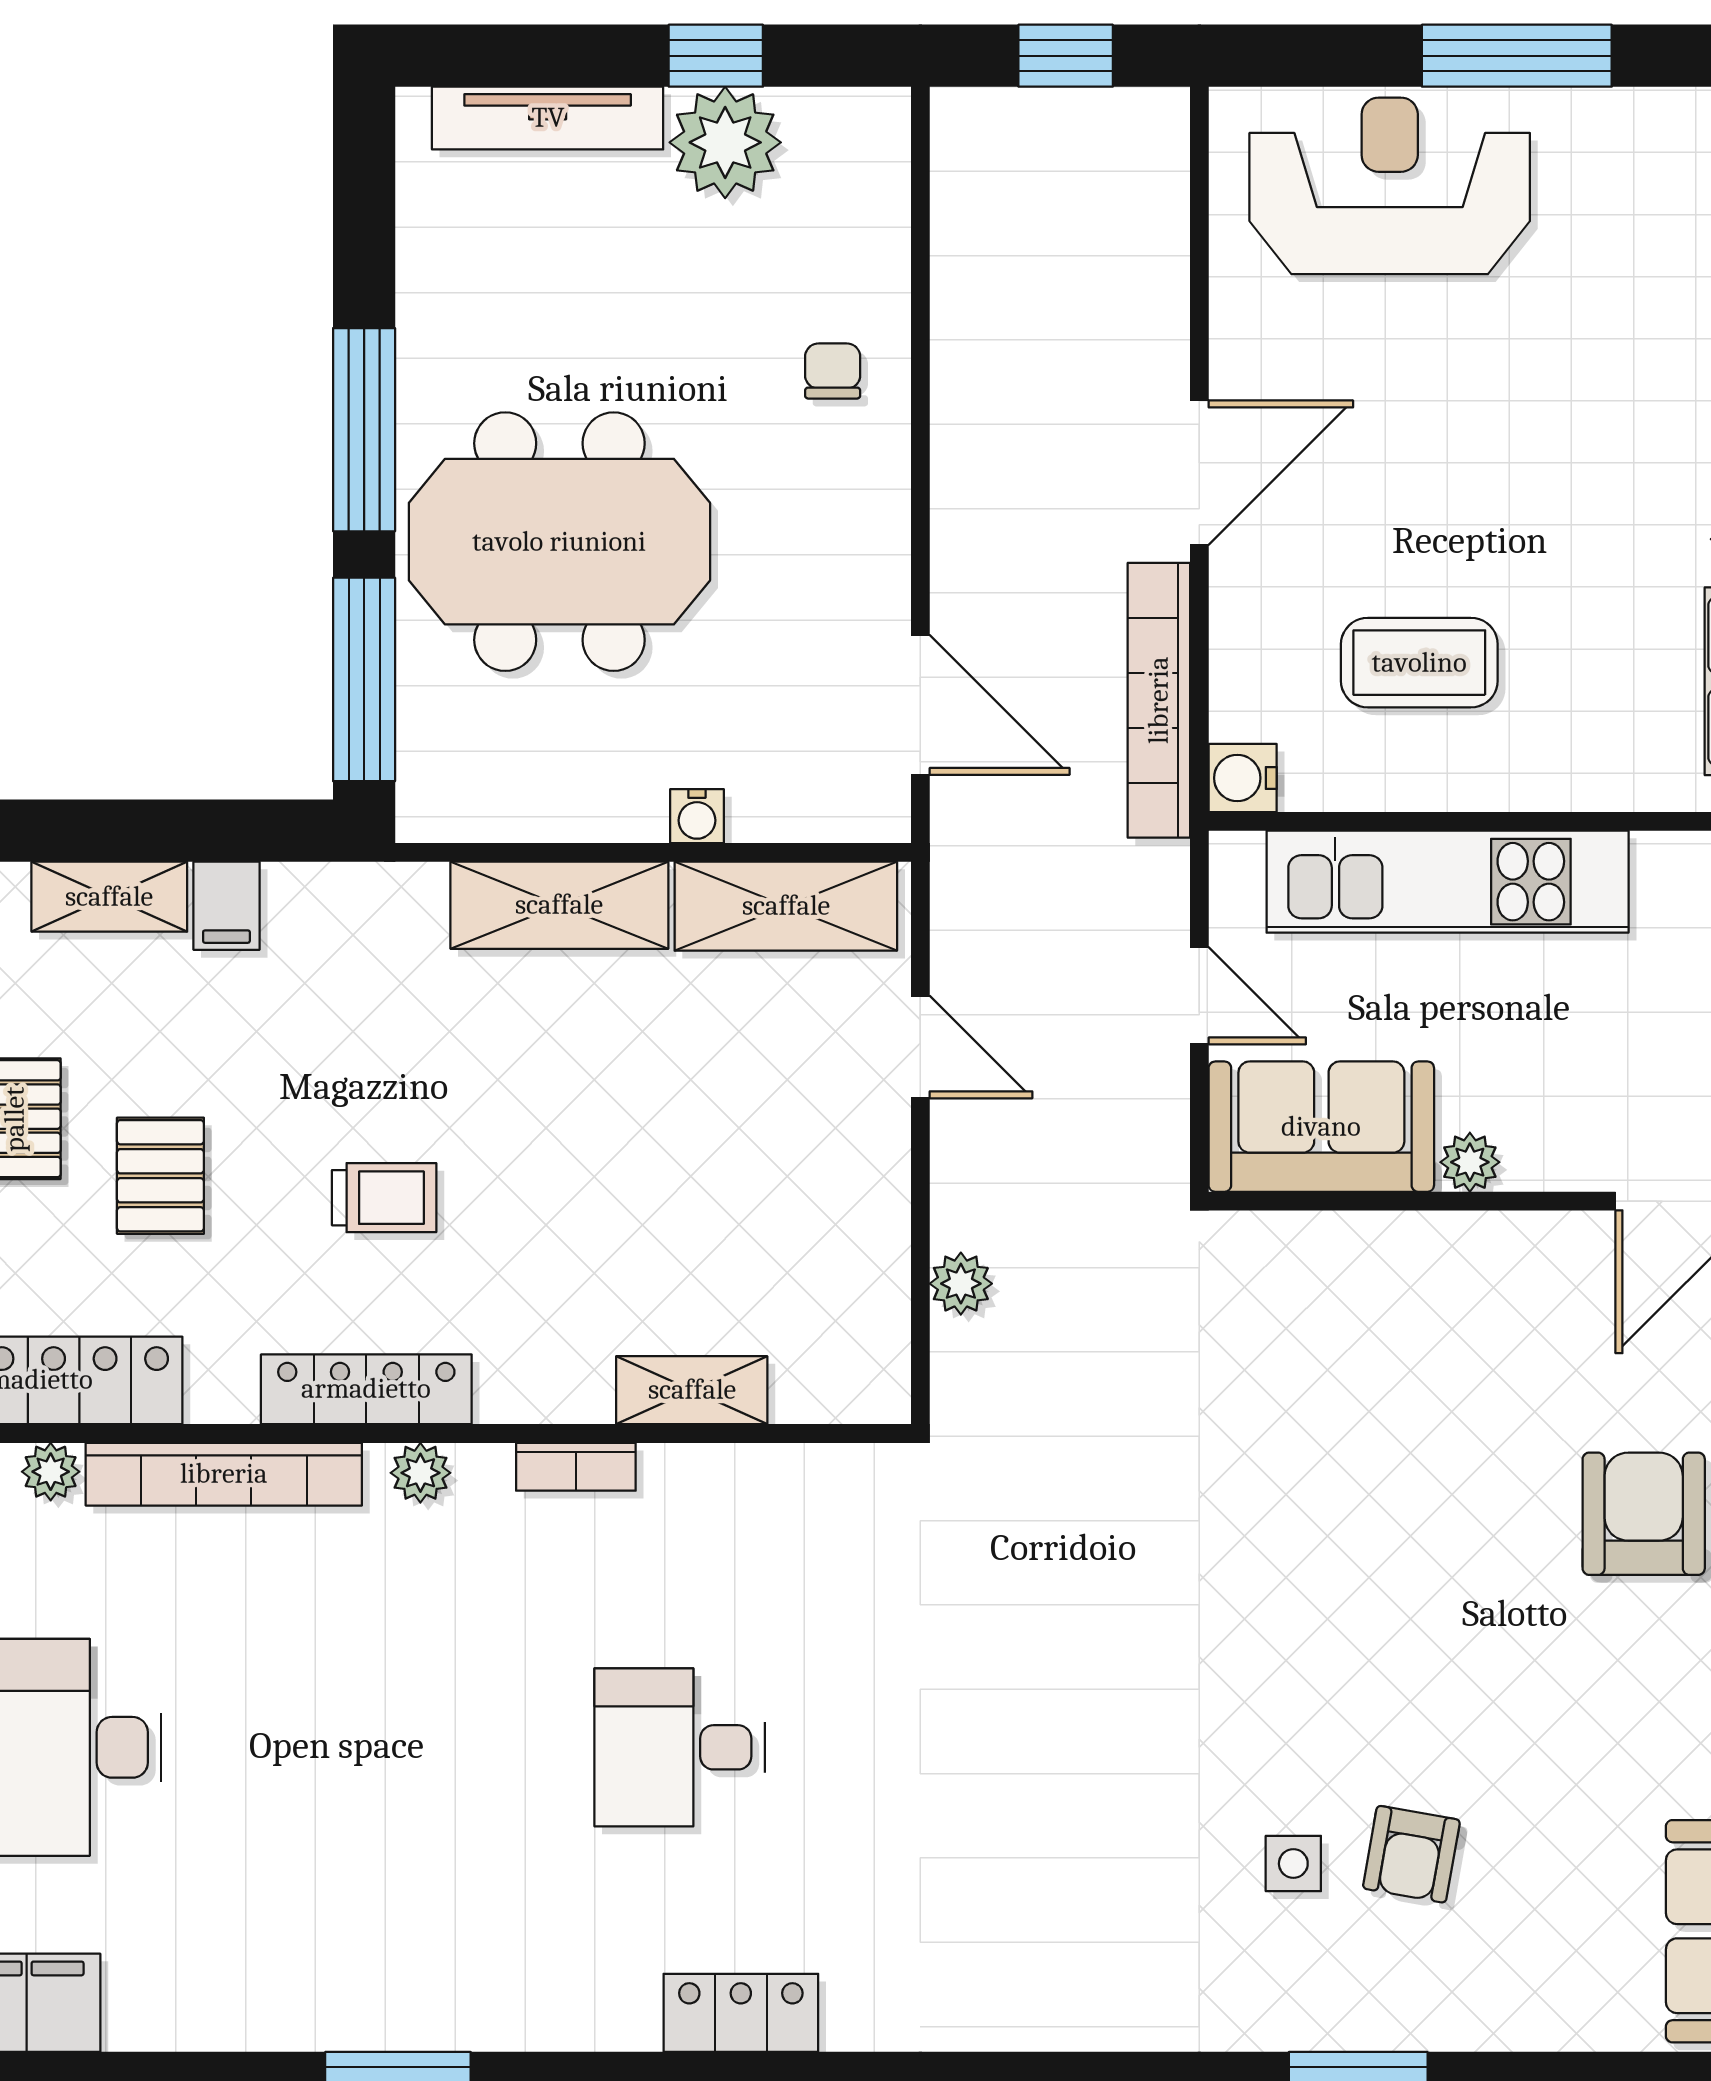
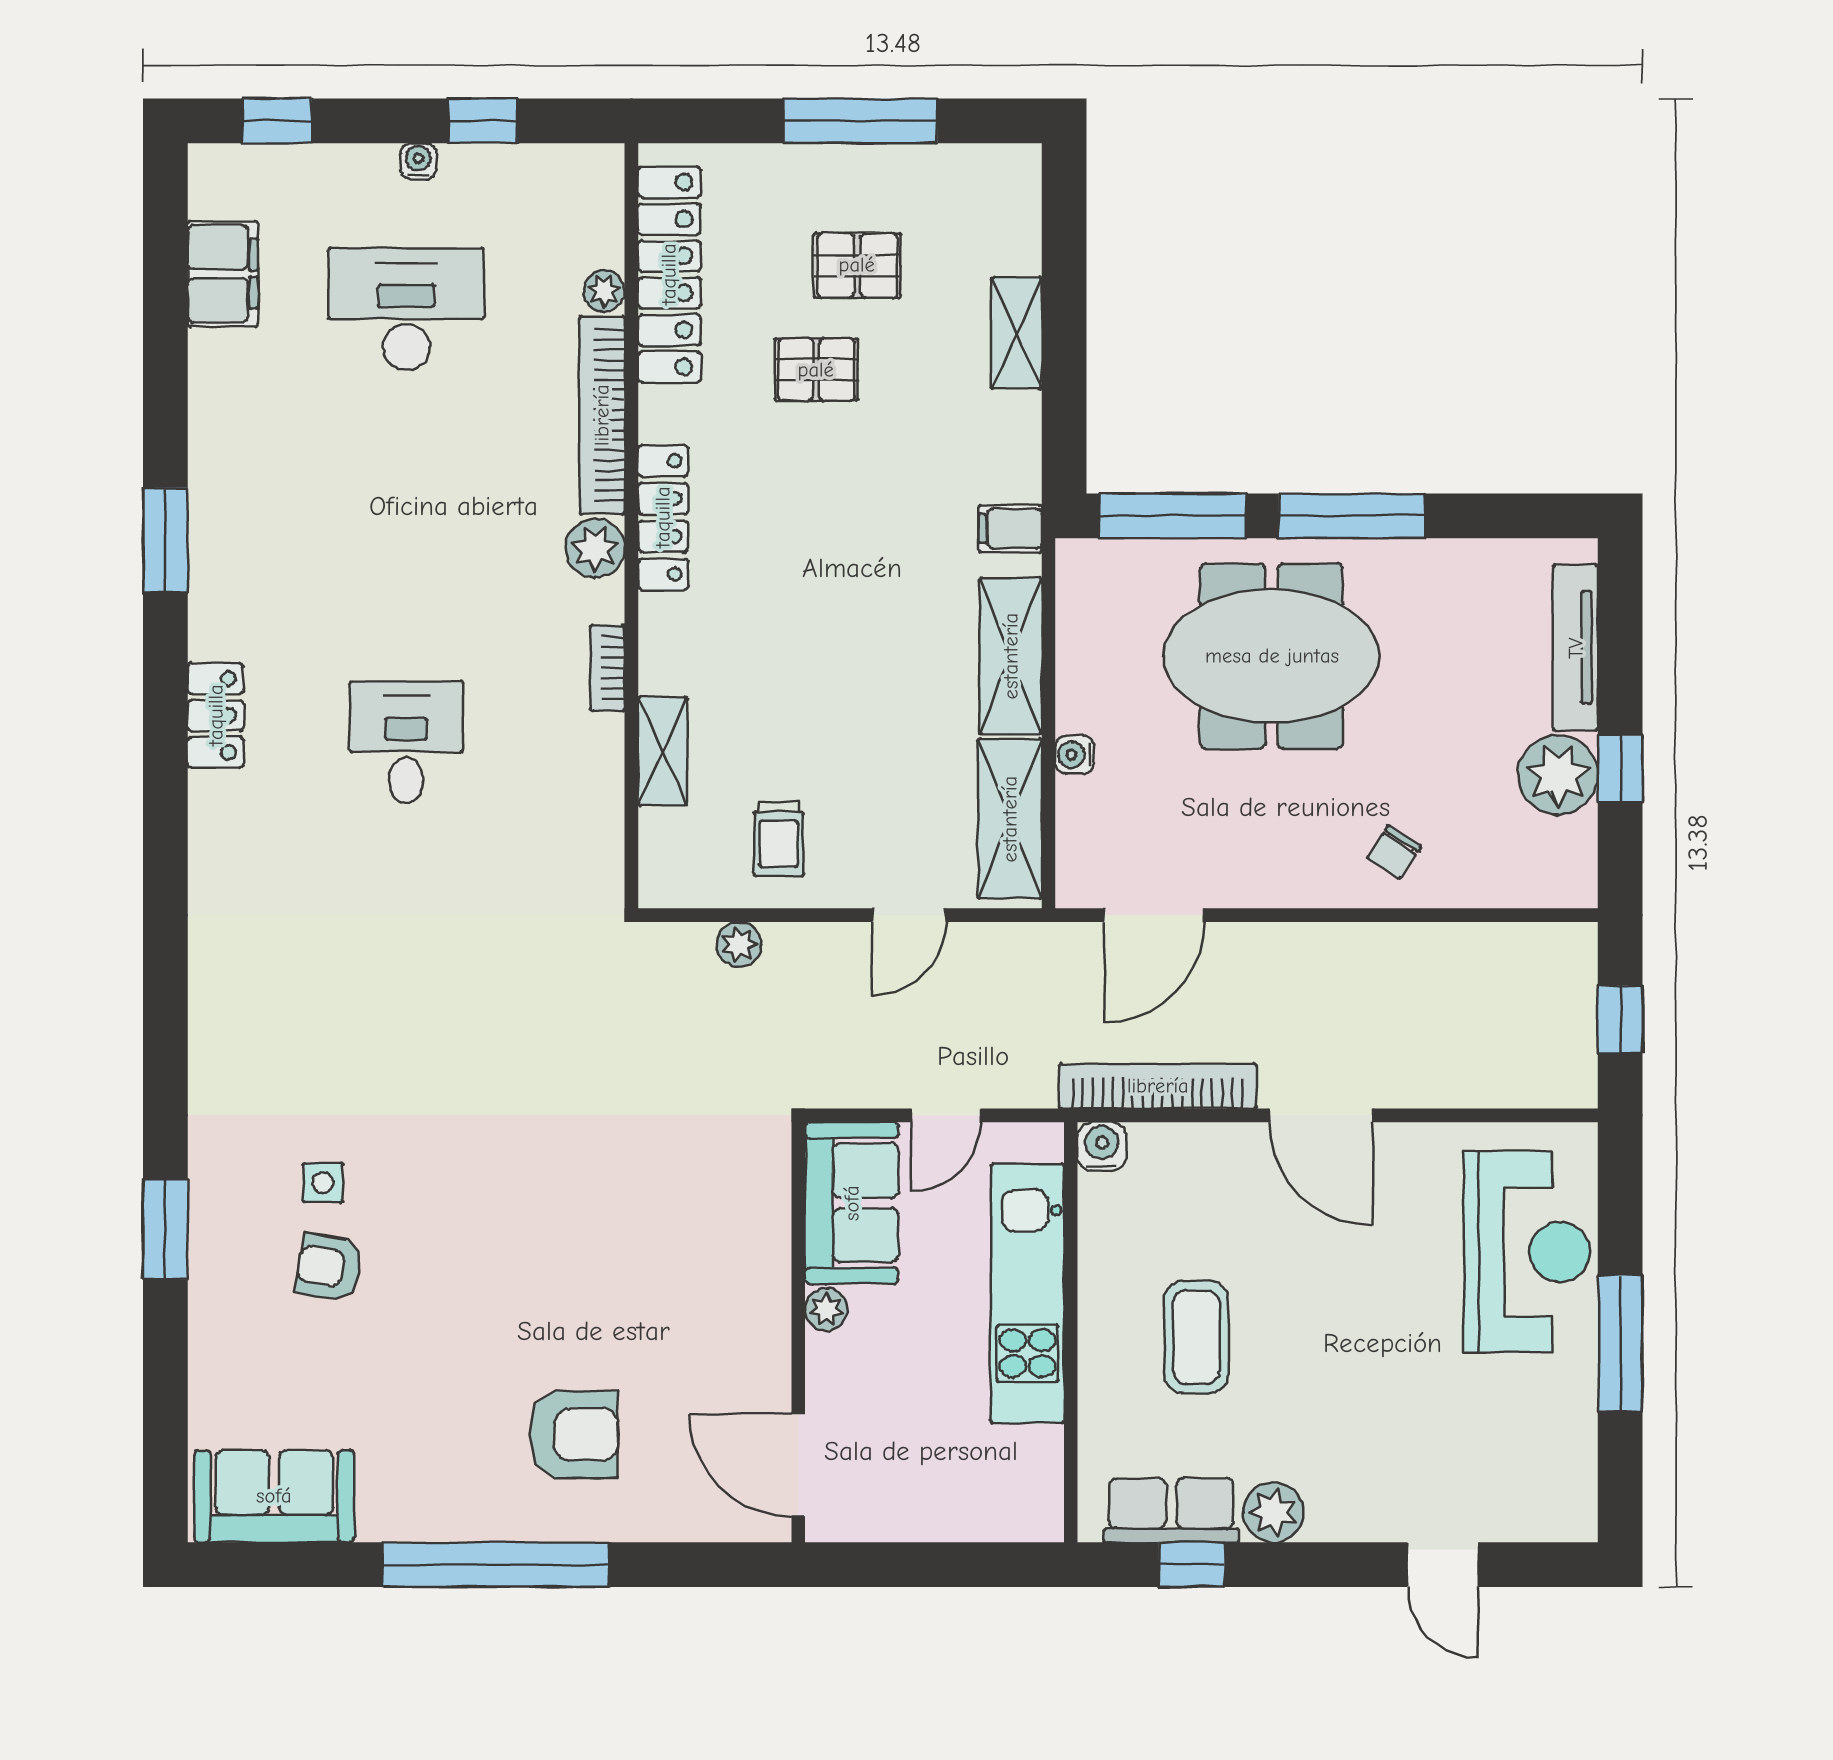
chair: (833, 371) -> (1394, 852), turned 123
meeting table: (559, 542) -> (1272, 656), turned 90
coffee table: (1419, 663) -> (1196, 1337), moved
filing cabinet: (226, 906) -> (1010, 529), moved
trolley: (384, 1198) -> (779, 839), moved
plant: (420, 1473) -> (595, 548), width x1.38, depth x1.38
locker: (741, 2013) -> (216, 715), moved

